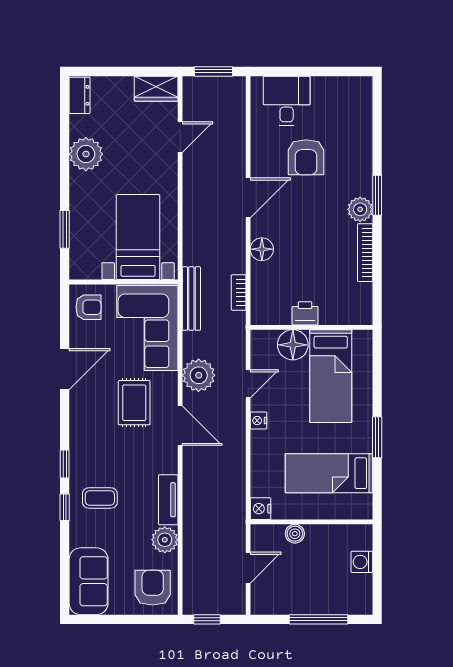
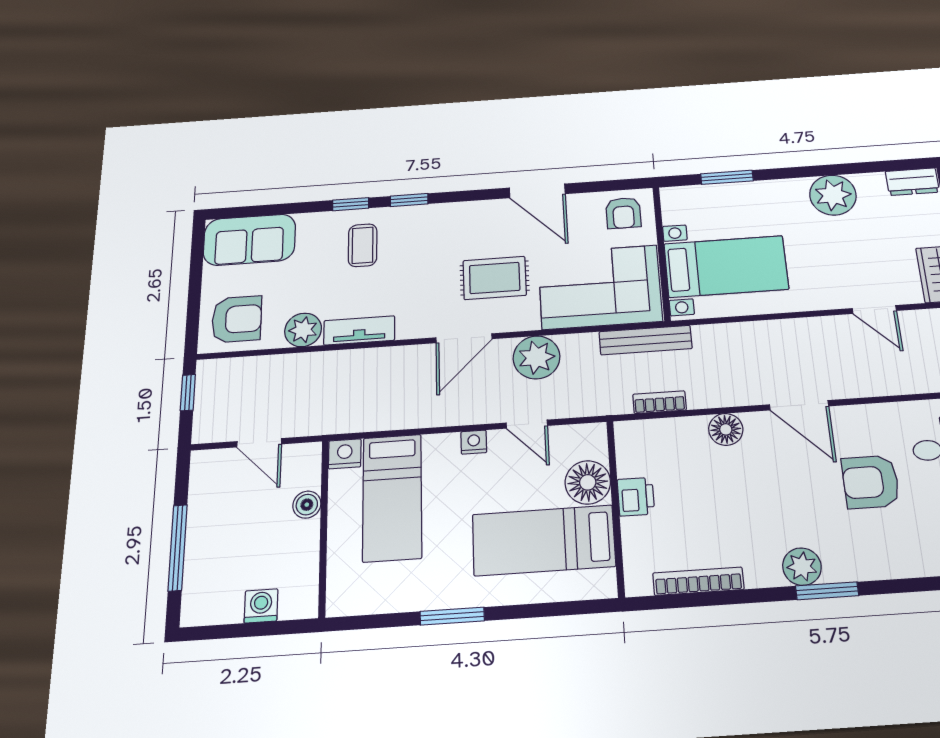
bookcase: (365, 253) -> (698, 581), moved
bed: (329, 473) -> (392, 497), moved, turned 180

